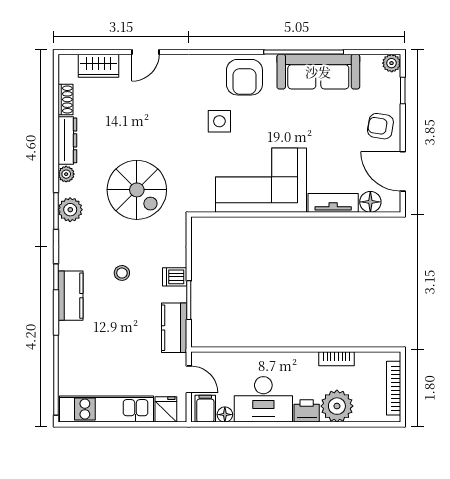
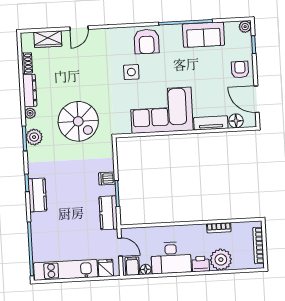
sofa: (318, 72) -> (203, 35), width x0.73
armchair: (380, 126) -> (240, 70), turned 81
stool: (122, 273) -> (71, 178), removed

